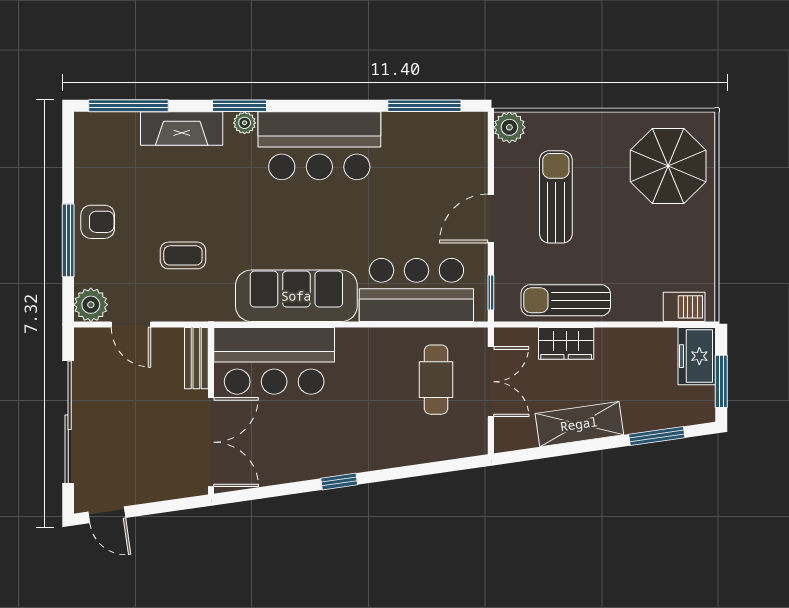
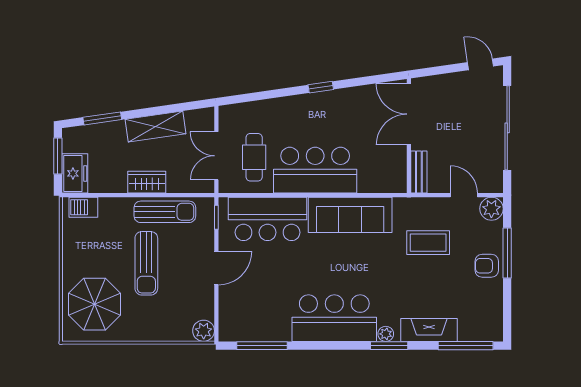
sun lounger: (556, 197) -> (146, 263), moved
coffee table: (183, 255) -> (428, 243), width x1.36, depth x1.30
wardrobe: (566, 343) -> (147, 182), moved
bar counter: (274, 361) -> (315, 170), moved

